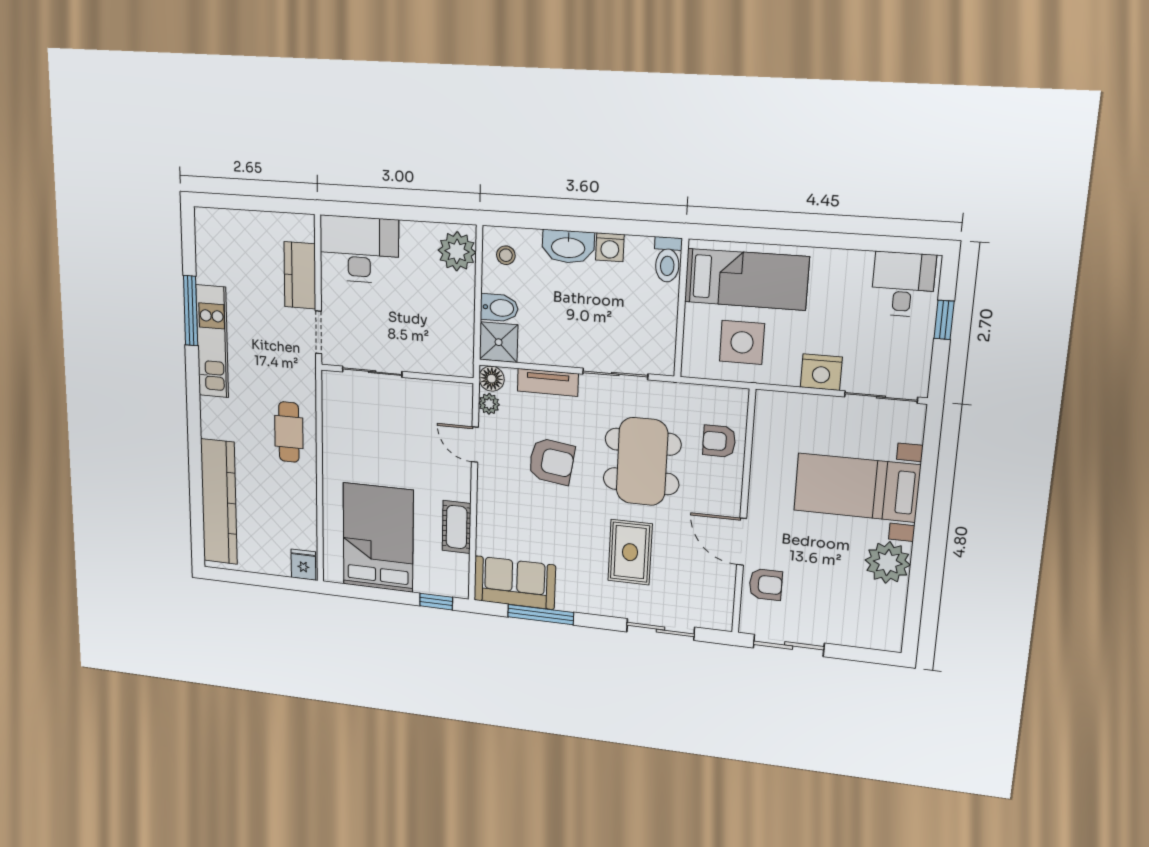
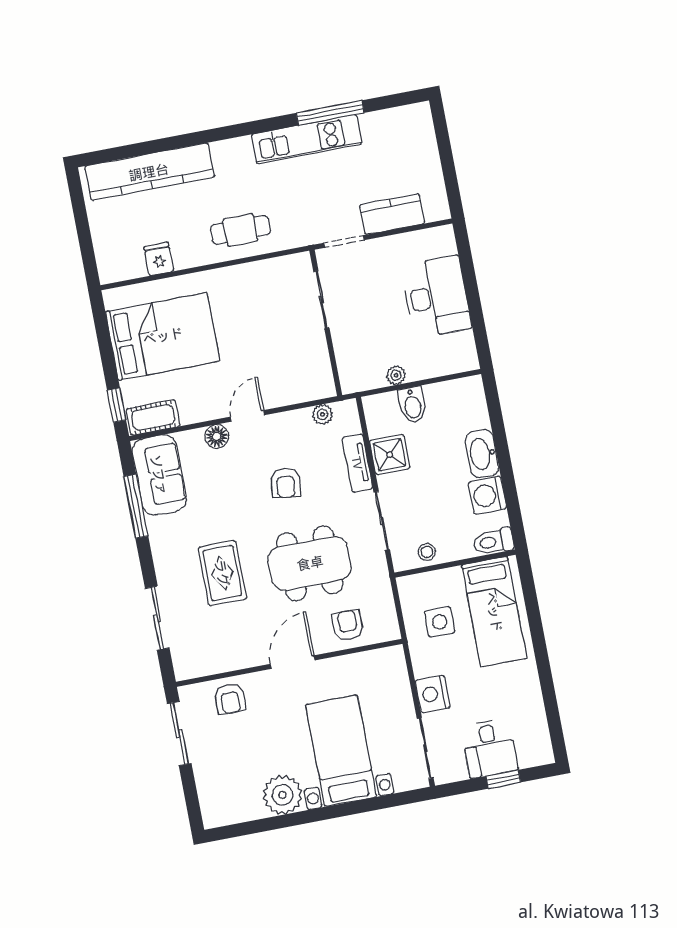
washing machine: (610, 247) -> (487, 495), width x1.38, depth x1.38
desk: (359, 249) -> (436, 297), moved
plant: (457, 251) -> (396, 375), moved, width x0.53, depth x0.53
stool: (506, 255) -> (427, 552), moved
desk: (903, 284) -> (490, 748), moved, turned 90
shower: (499, 342) -> (390, 455), moved
side table: (742, 342) -> (440, 622), width x0.73, depth x0.73
floor lamp: (492, 379) -> (217, 436), moved
door: (475, 444) -> (247, 416), moved
armchair: (551, 461) -> (286, 483), width x0.72, depth x0.72
cot: (457, 527) -> (153, 417), moved
door: (742, 542) -> (293, 662), moved
rug: (630, 552) -> (222, 573), turned 90
fridge: (303, 565) -> (159, 259), moved, turned -90

